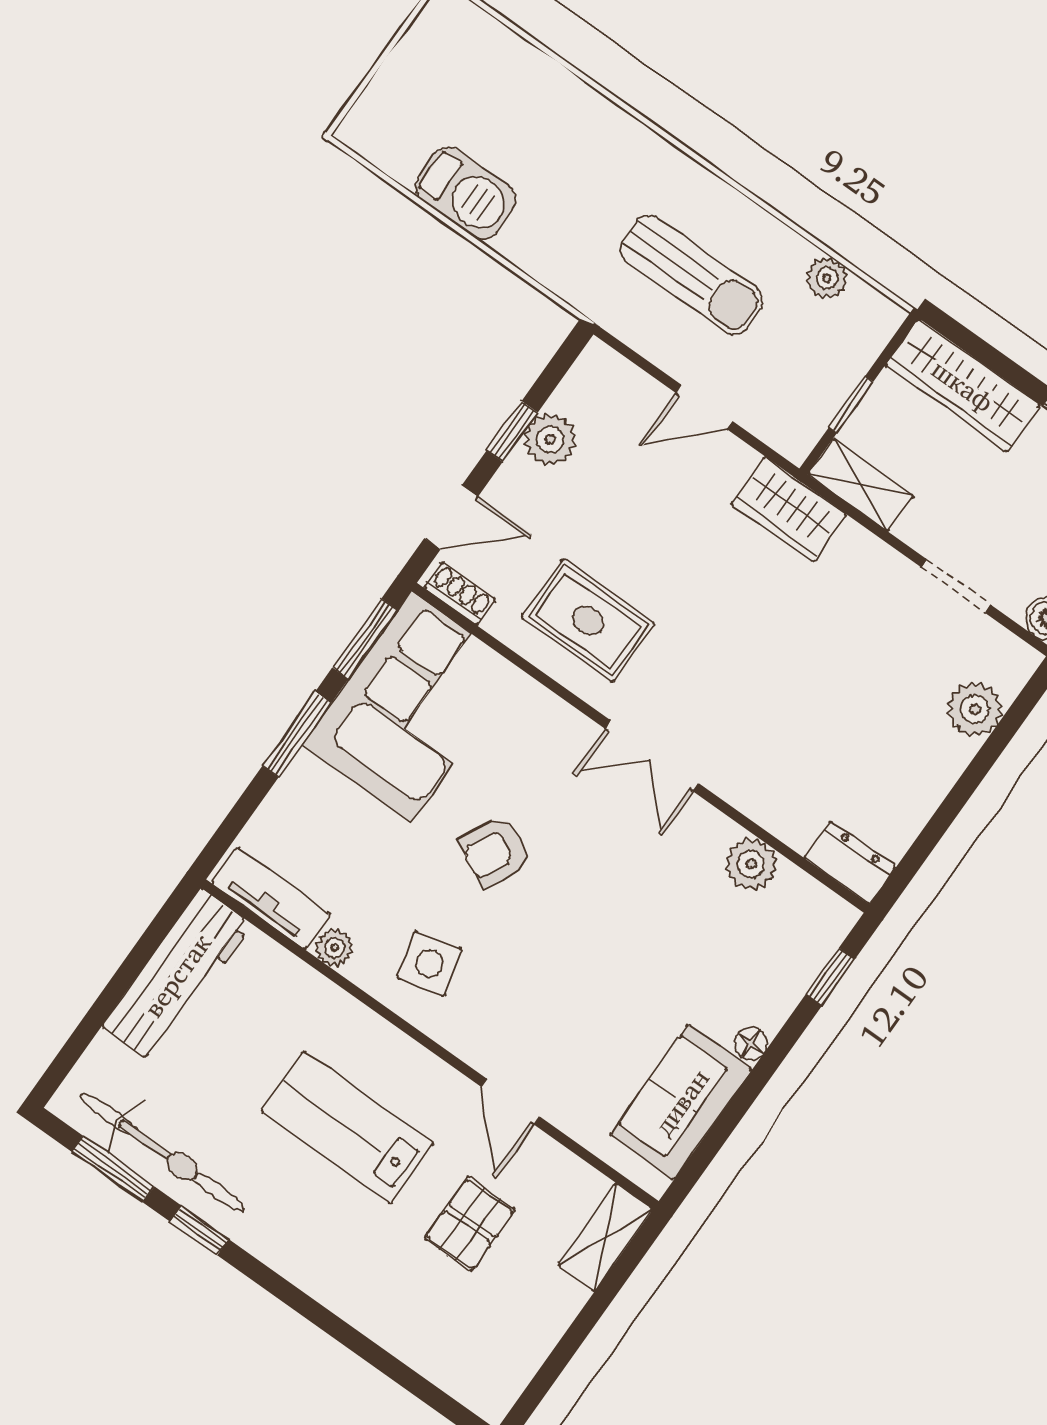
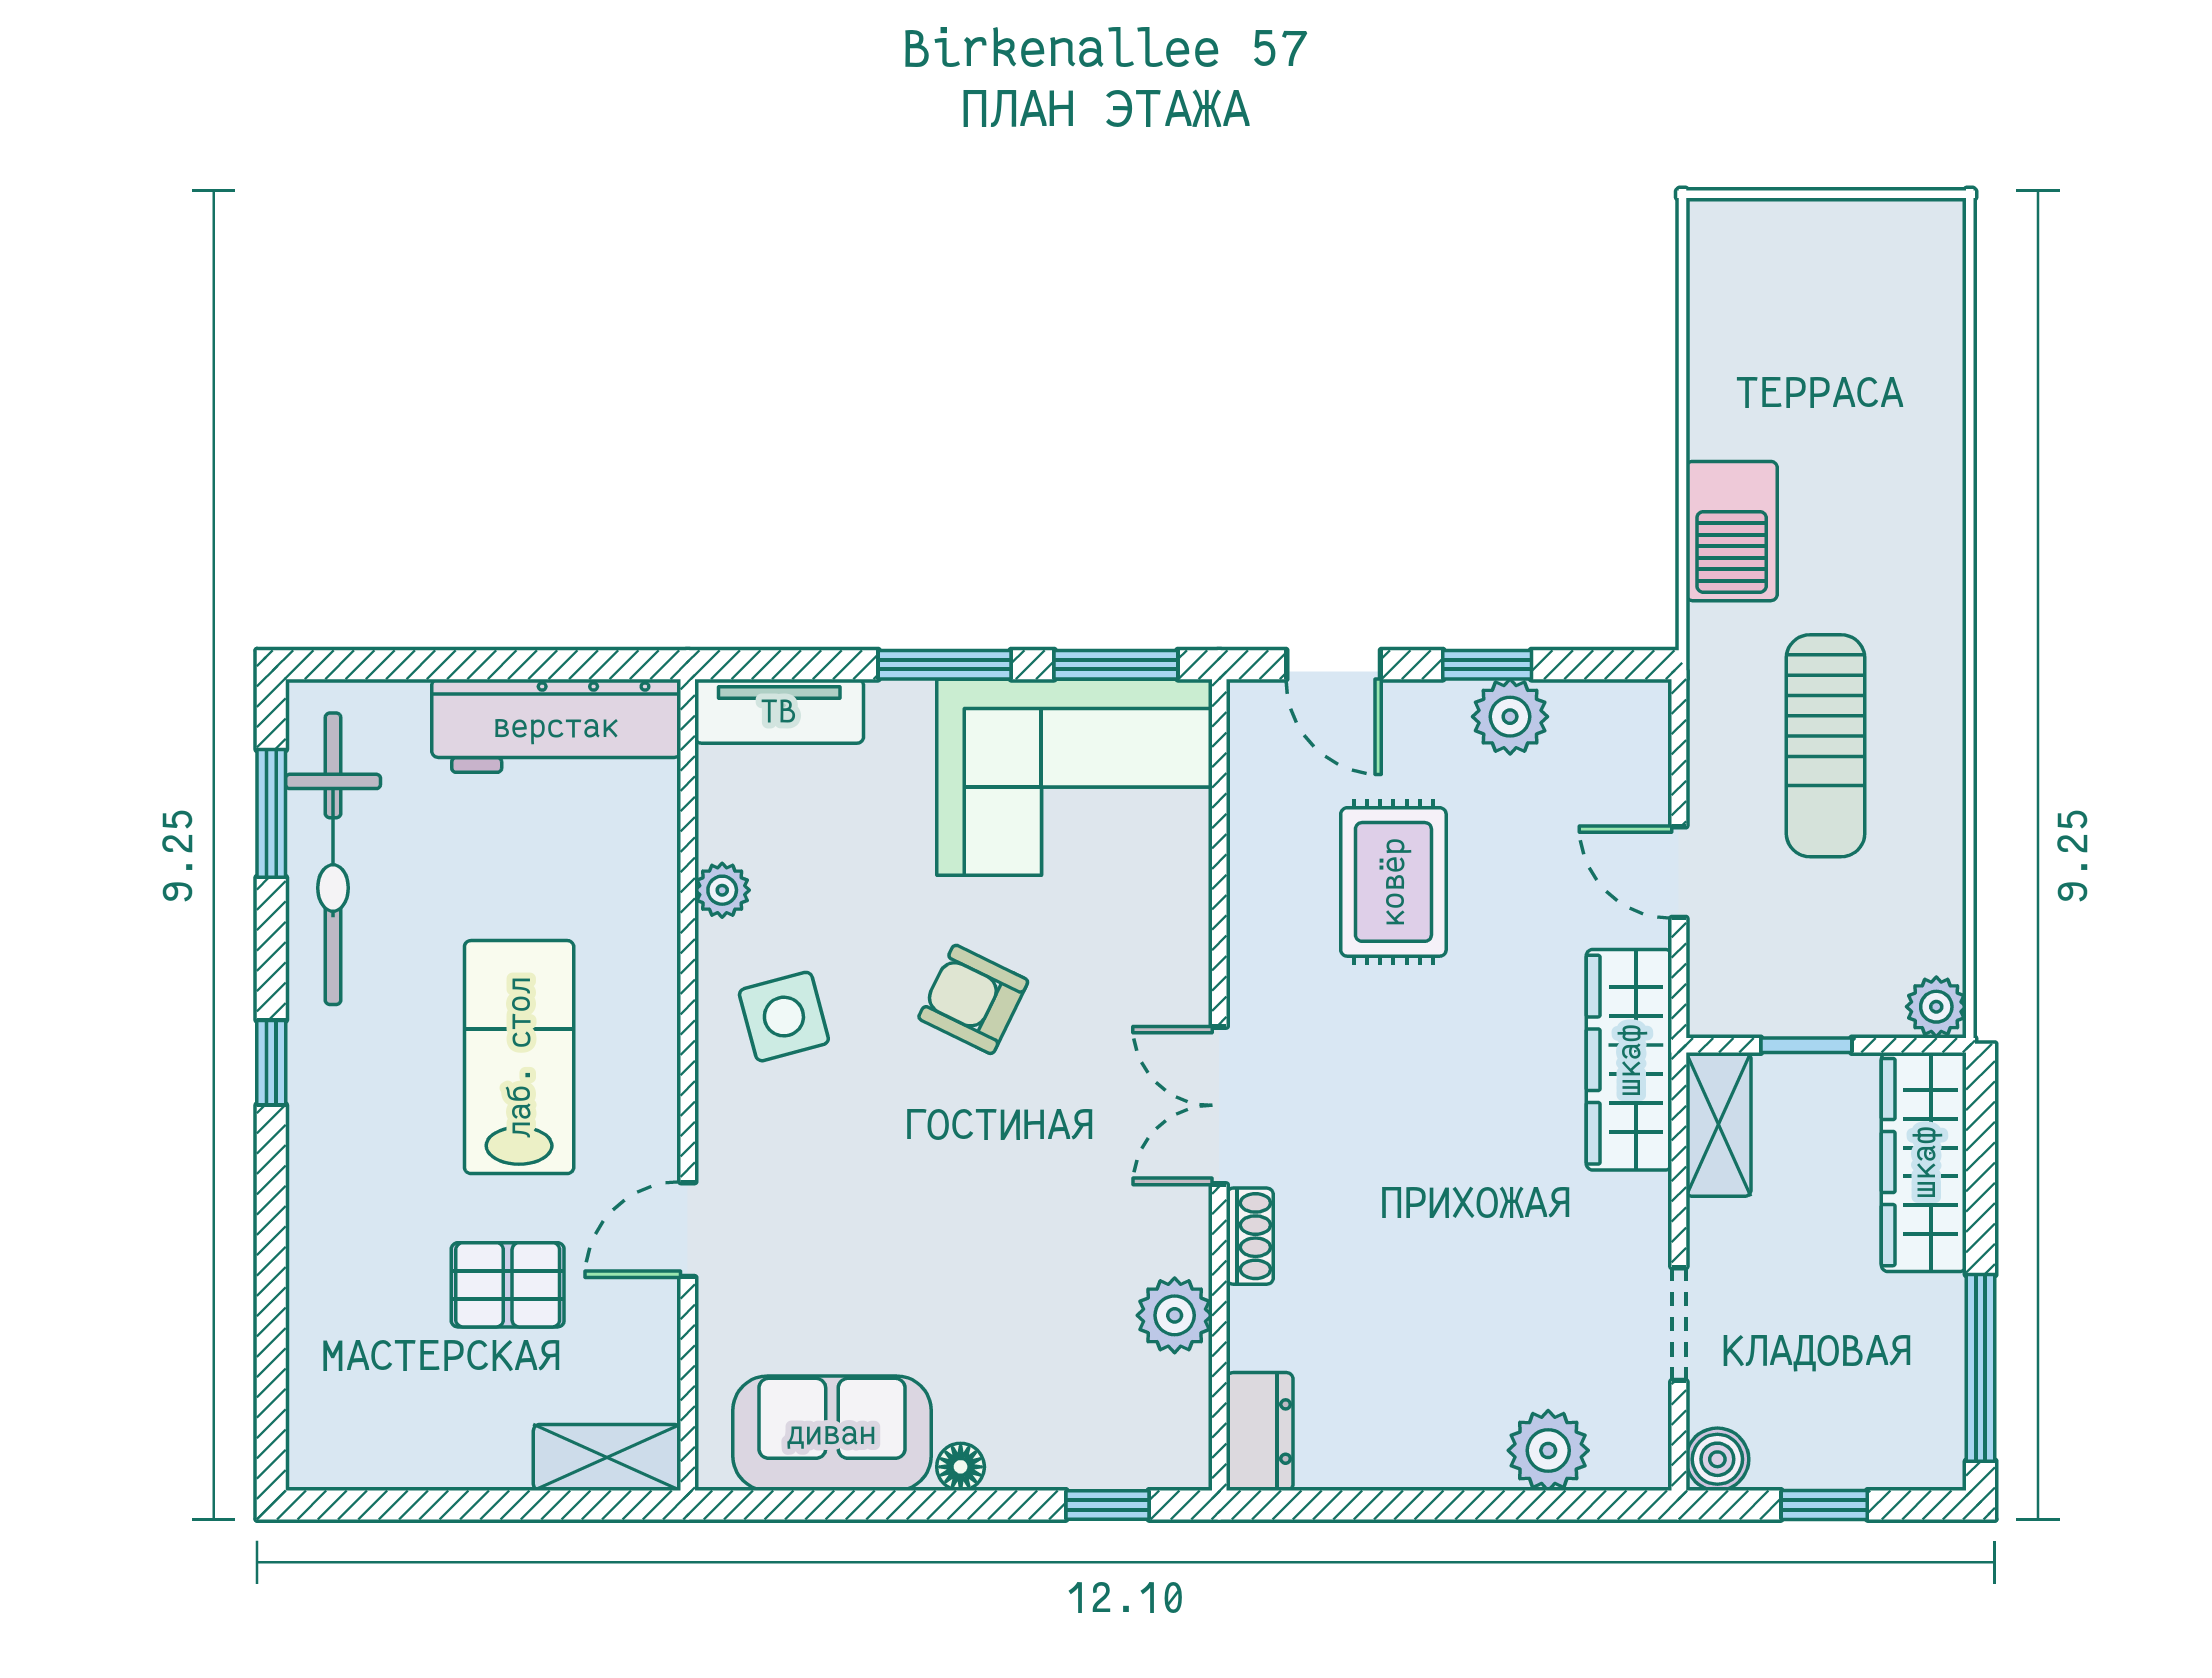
barbecue: (466, 193) -> (1732, 531), moved
plant: (827, 278) -> (1936, 1007), moved
wardrobe: (789, 509) -> (1629, 1060), width x1.50
shoe rack: (460, 594) -> (1250, 1236), moved
rug: (588, 620) -> (1393, 882), moved
tv unit: (271, 899) -> (779, 711), moved, turned 90
window: (199, 1230) -> (271, 1063), moved

